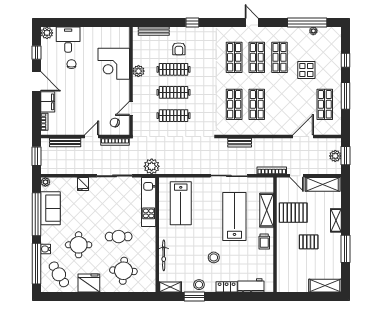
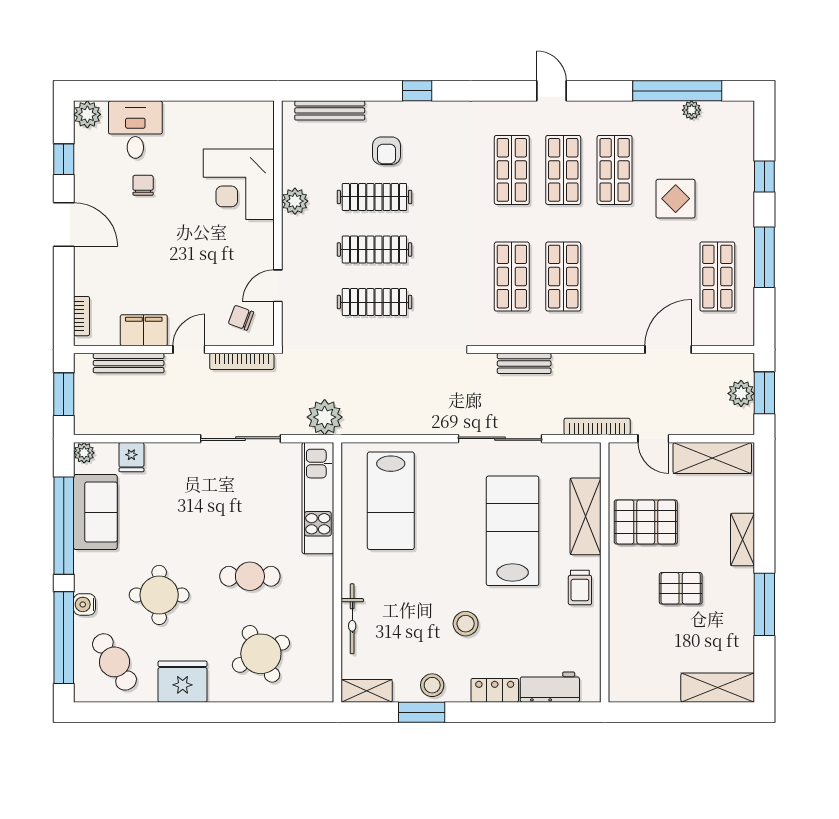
filing cabinet: (48, 102) -> (144, 330), moved, turned -90
fridge: (83, 184) -> (131, 457), moved
round table: (123, 271) -> (261, 654), turned -32

